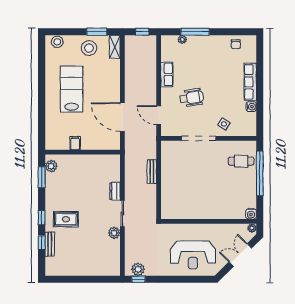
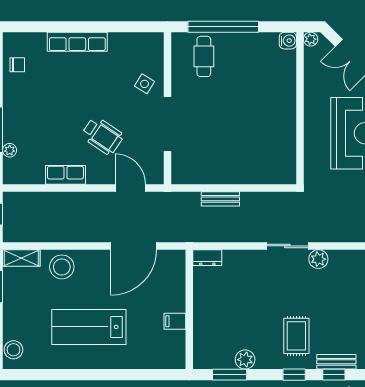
stool: (89, 48) -> (62, 267), moved
wheelchair: (191, 98) -> (102, 136), turned 133
water cooler: (251, 107) -> (117, 40), removed
door: (159, 115) -> (130, 188), swing flipped
plant: (51, 166) -> (245, 360), moved
dresser: (115, 191) -> (207, 258), moved

